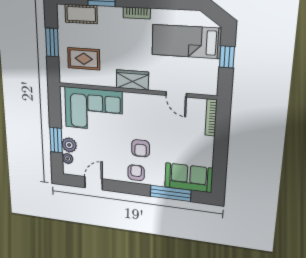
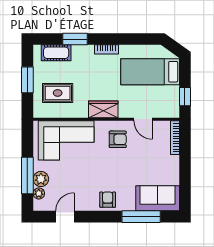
window: (227, 57) -> (185, 97), moved
window: (56, 140) -> (27, 175), width x1.44
armchair: (141, 148) -> (118, 139), moved, turned -90

